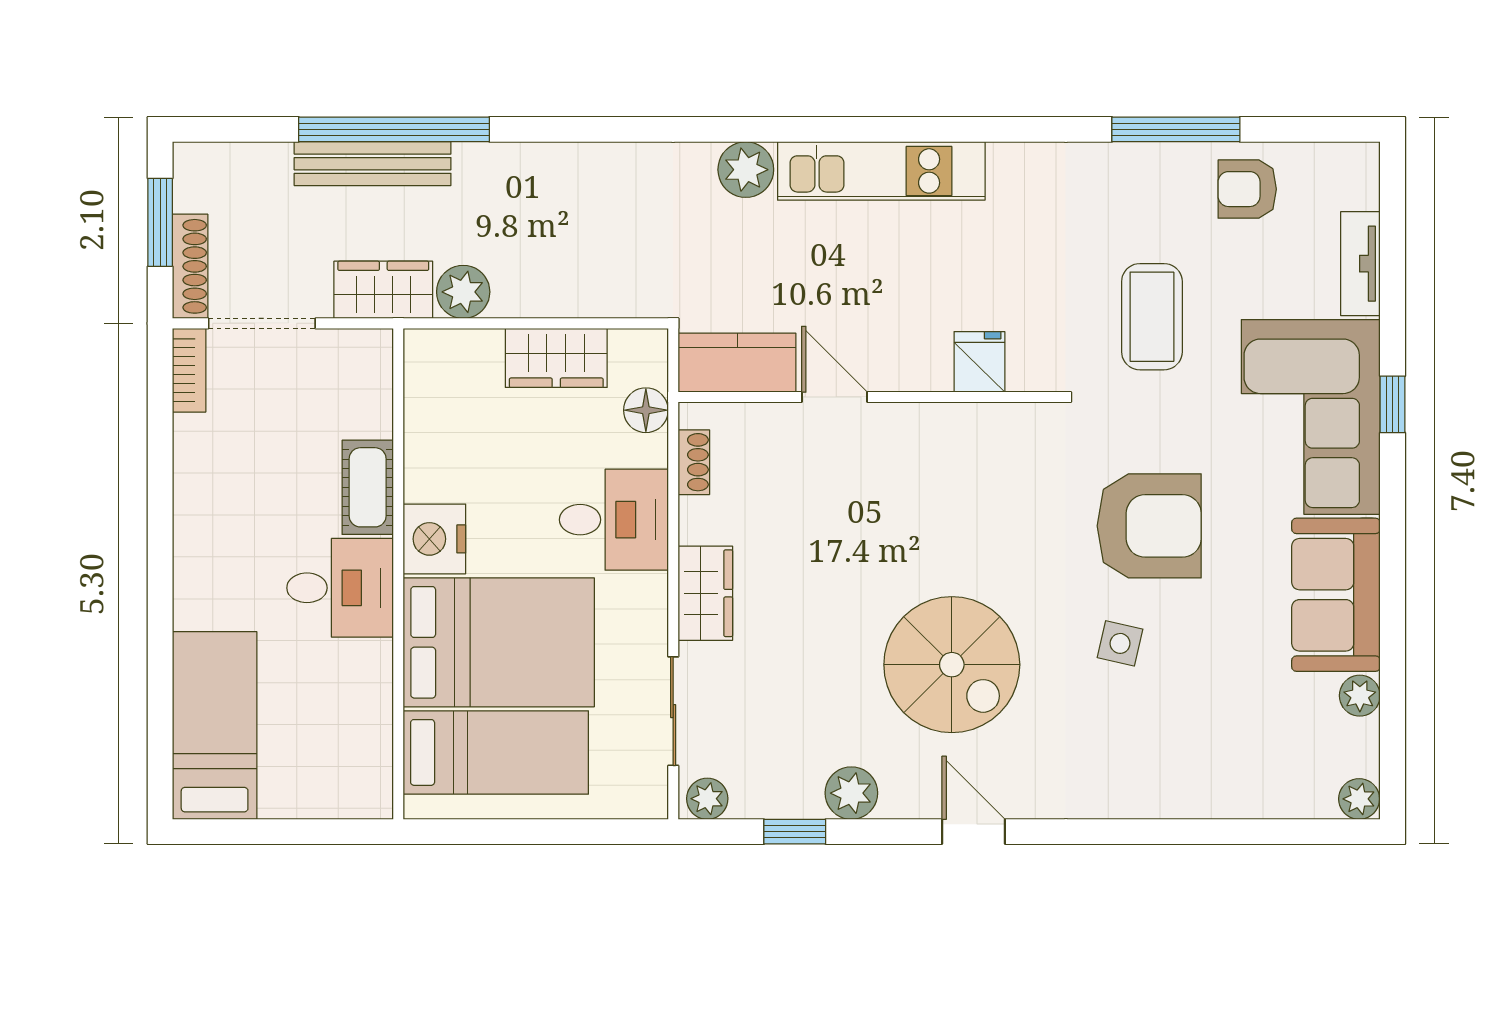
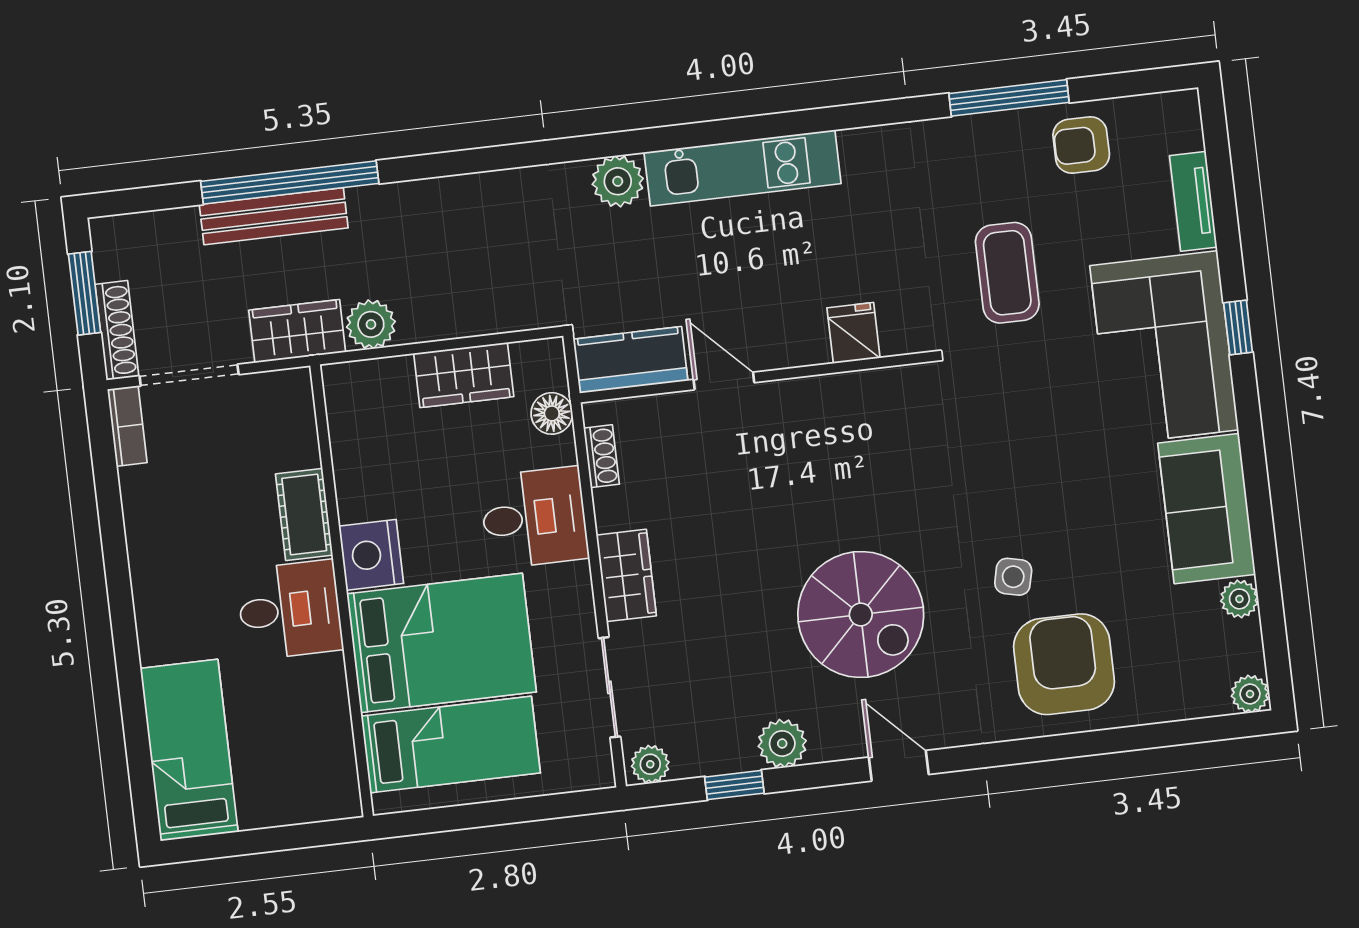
armchair: (1149, 526) -> (1064, 664), moved, turned -90

